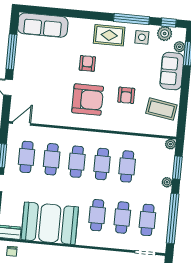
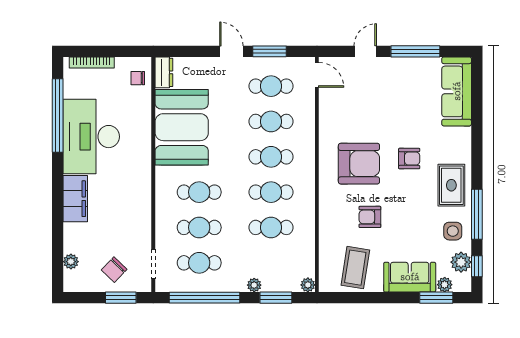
armchair: (88, 100) -> (359, 164), turned -90

